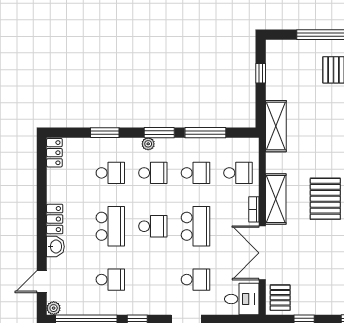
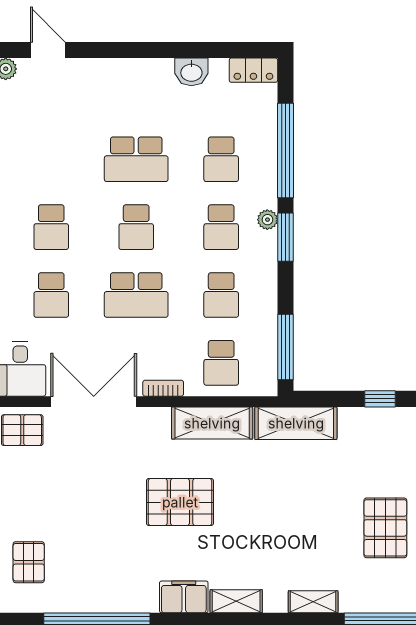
window: (105, 133) -> (286, 150), width x2.11
window: (205, 133) -> (286, 347), moved
shelving: (276, 199) -> (212, 423), moved
locker: (55, 219) -> (148, 71), removed
washbasin: (55, 247) -> (191, 72), moved
school desk: (110, 280) -> (51, 227), moved

